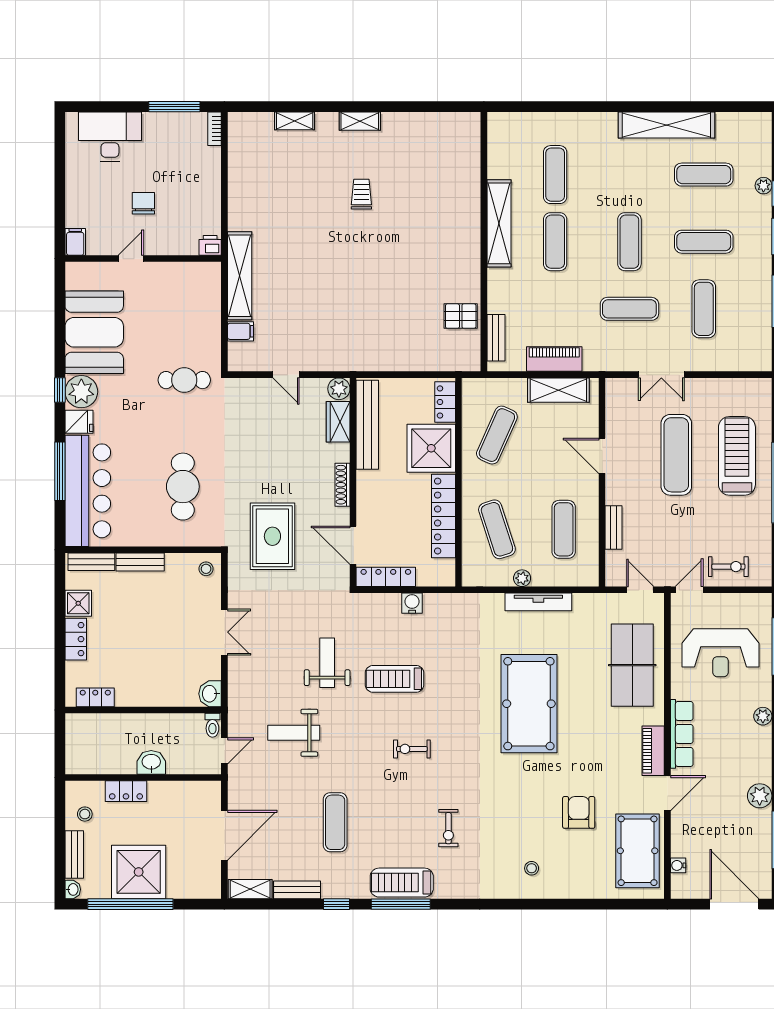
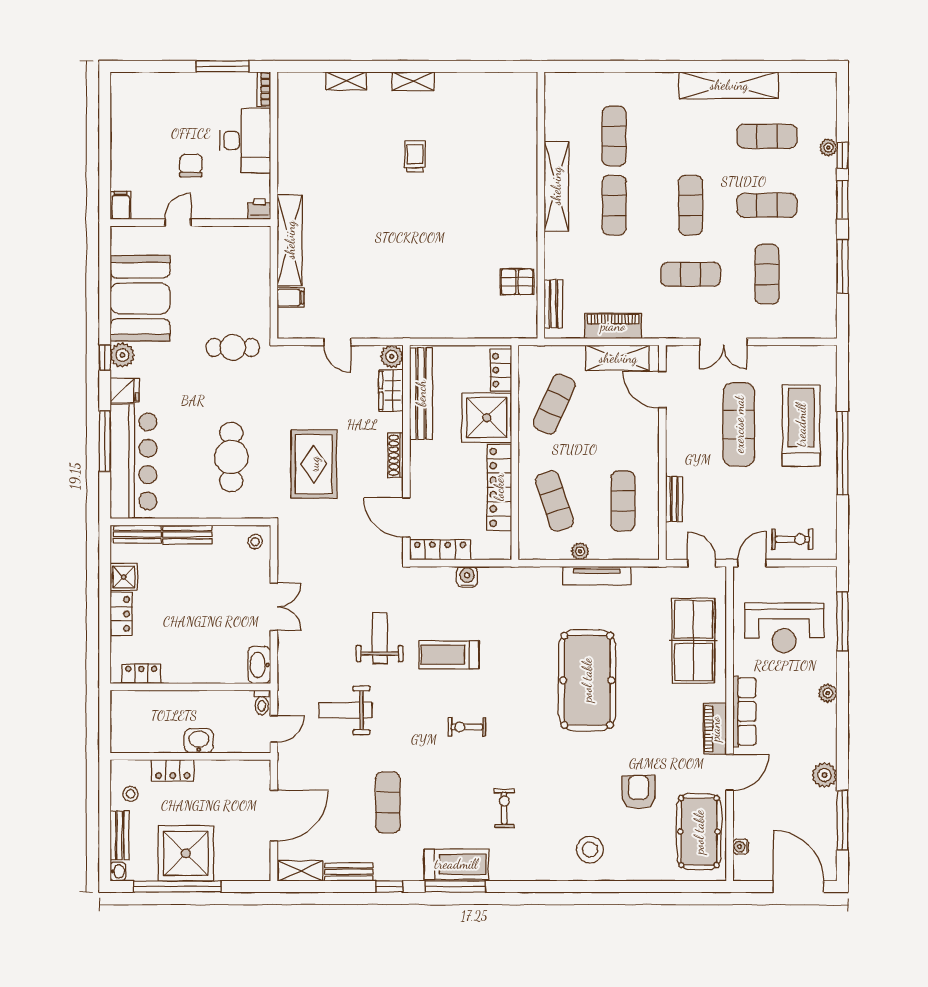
desk: (110, 137) -> (245, 140), moved, turned 90
plant: (81, 392) -> (122, 355), width x0.73, depth x0.73
door: (602, 456) -> (662, 390), moved
rug: (272, 536) -> (314, 464), moved
washbasin: (210, 694) -> (259, 665), width x1.38
exercise bike: (448, 828) -> (504, 808), turned 180
stool: (532, 868) -> (590, 850), width x1.89, depth x1.89
treadmill: (402, 883) -> (456, 864), turned 180

